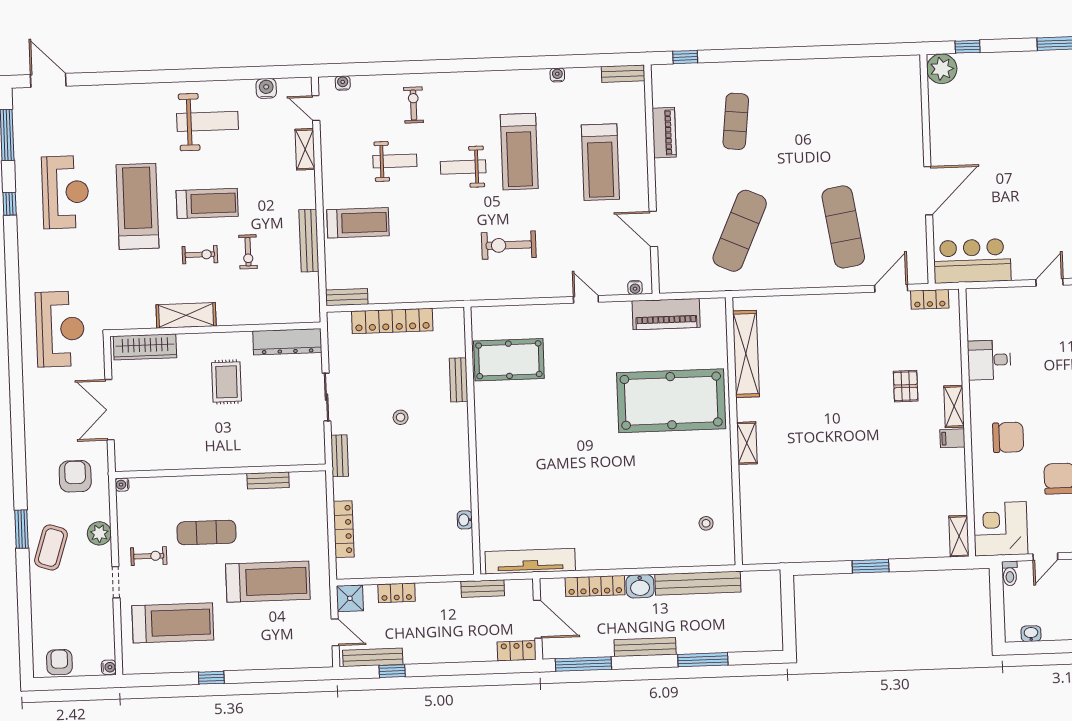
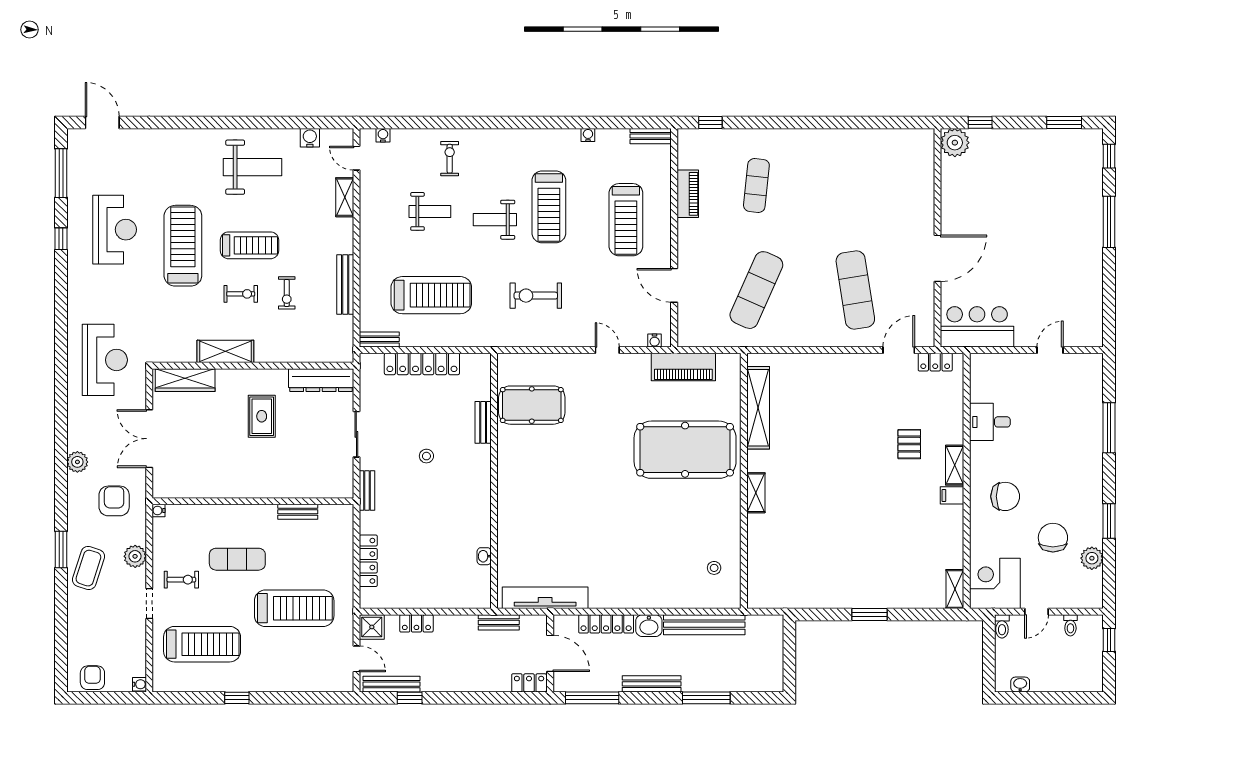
treadmill: (358, 223) -> (431, 295), moved, width x1.37, depth x1.38
plant: (35, 437) -> (77, 462), added

